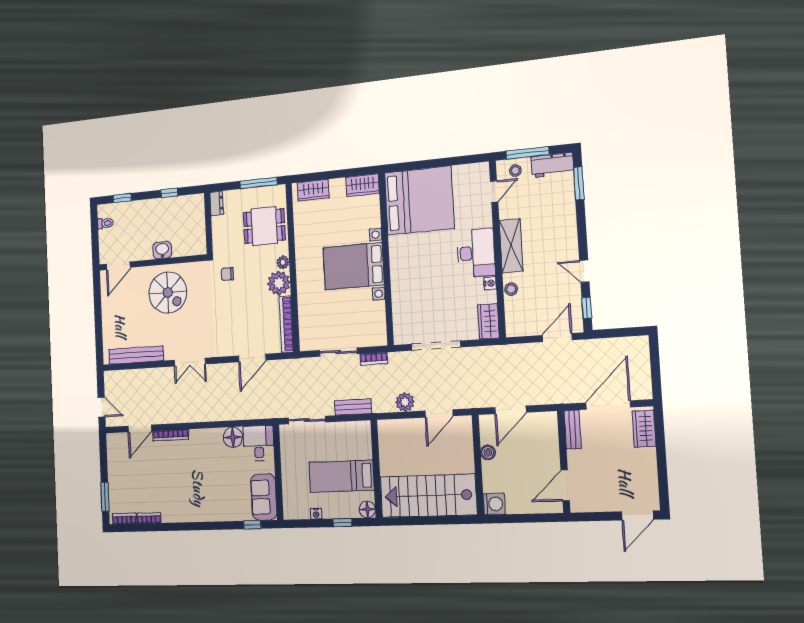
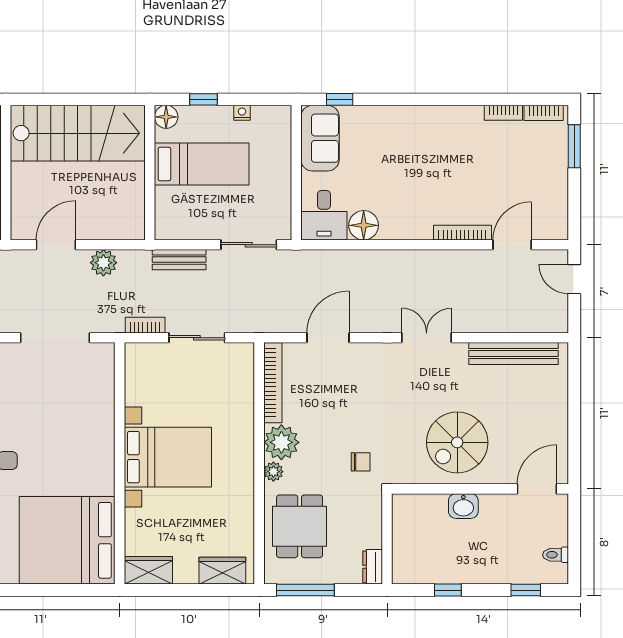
dining table: (264, 226) -> (300, 526), turned 90
spiral stairs: (168, 292) -> (457, 442), turned -90

